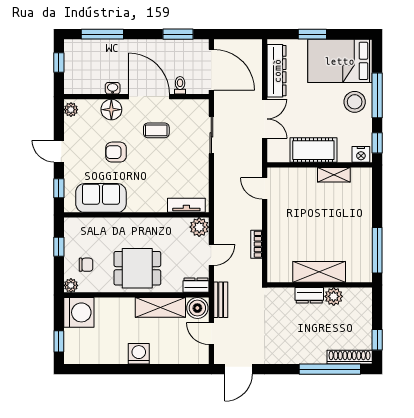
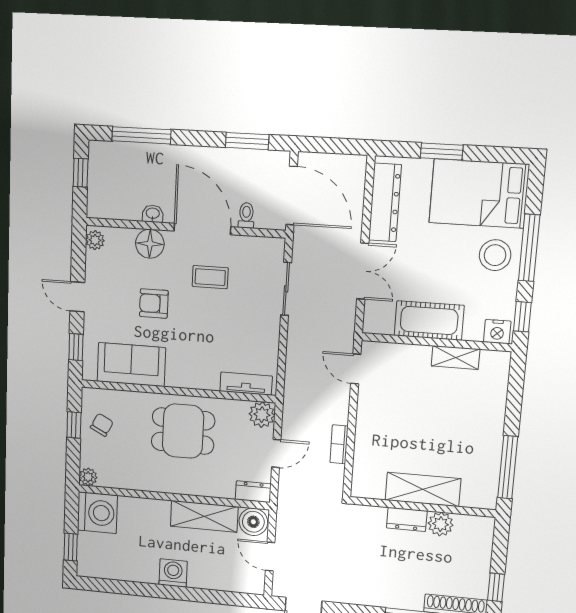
chair: (86, 265) -> (102, 425), moved, turned -63
dining table: (137, 268) -> (183, 431), moved
bench: (221, 300) -> (285, 514), removed

